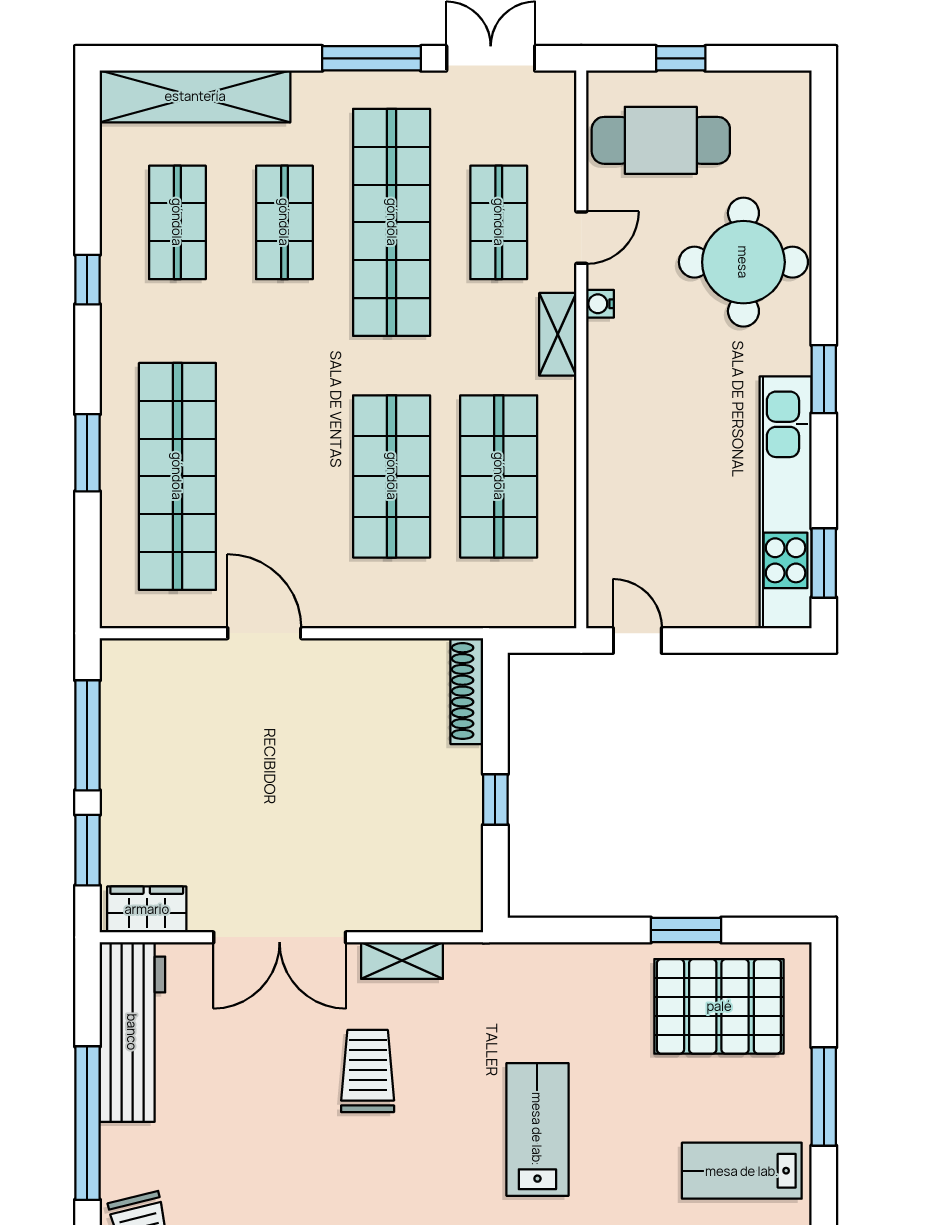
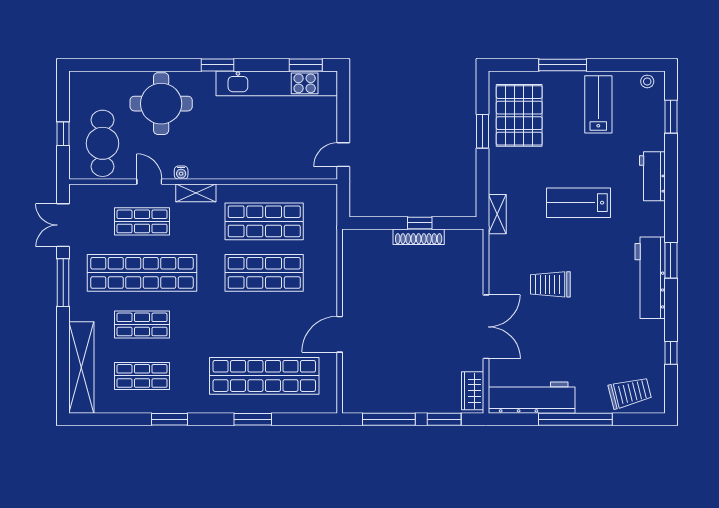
window: (87, 280) -> (169, 419), width x1.50
shoe rack: (467, 691) -> (419, 237), moved
shelving: (402, 961) -> (497, 214), moved
lab bench: (742, 1171) -> (598, 104), turned 180

